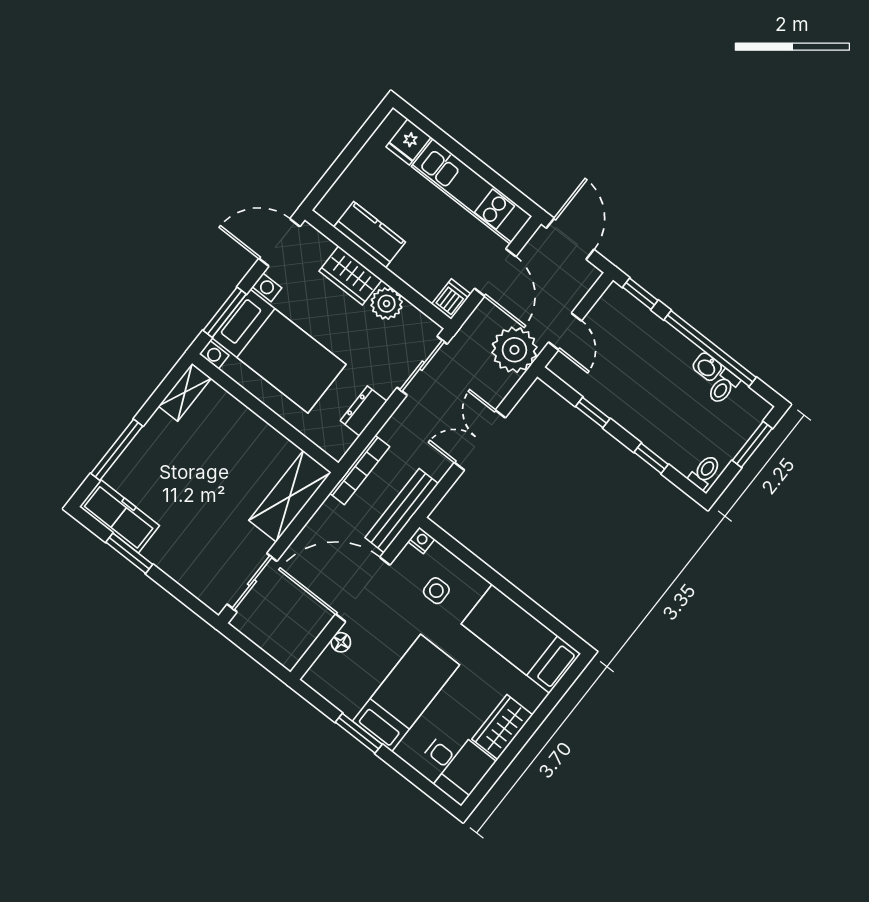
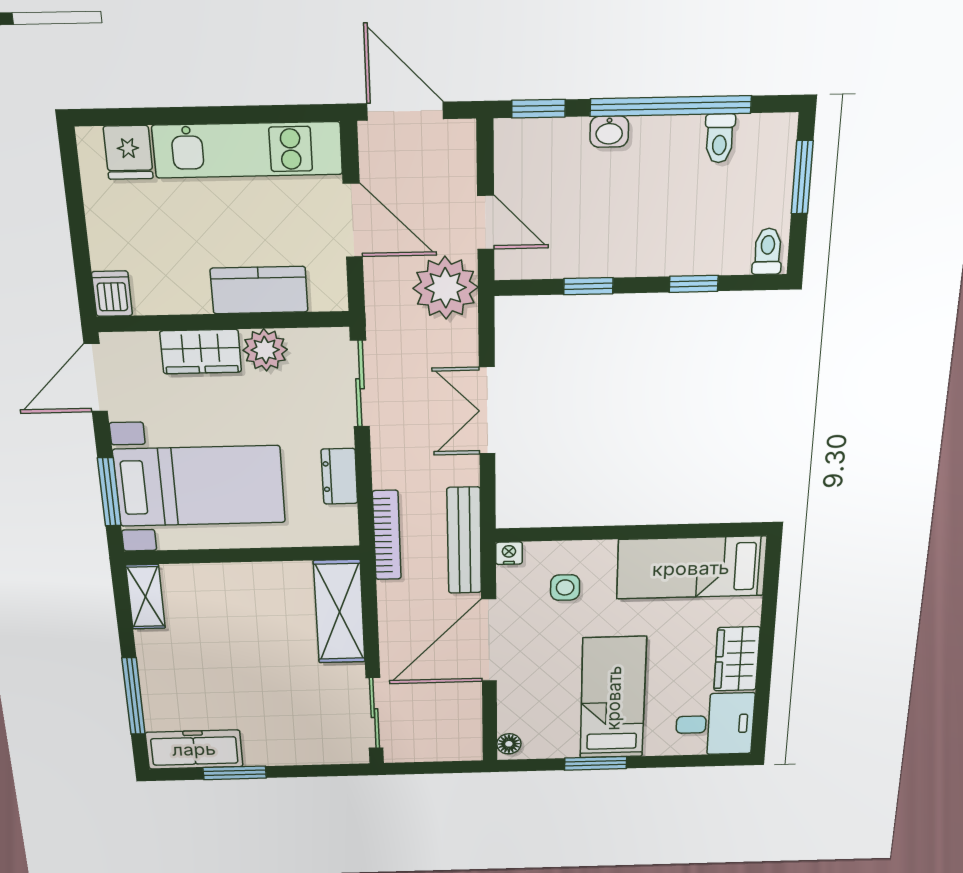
kitchen counter: (370, 235) -> (259, 290), moved
dishwasher: (451, 299) -> (112, 294), moved
washbasin: (707, 367) -> (609, 132), moved
floor lamp: (341, 642) -> (509, 744), moved

